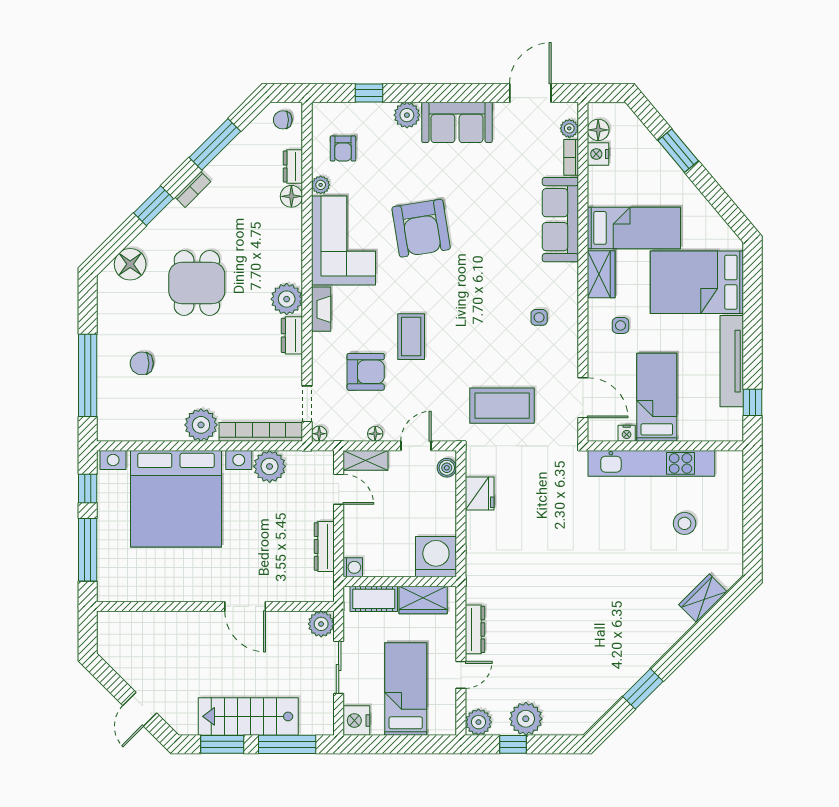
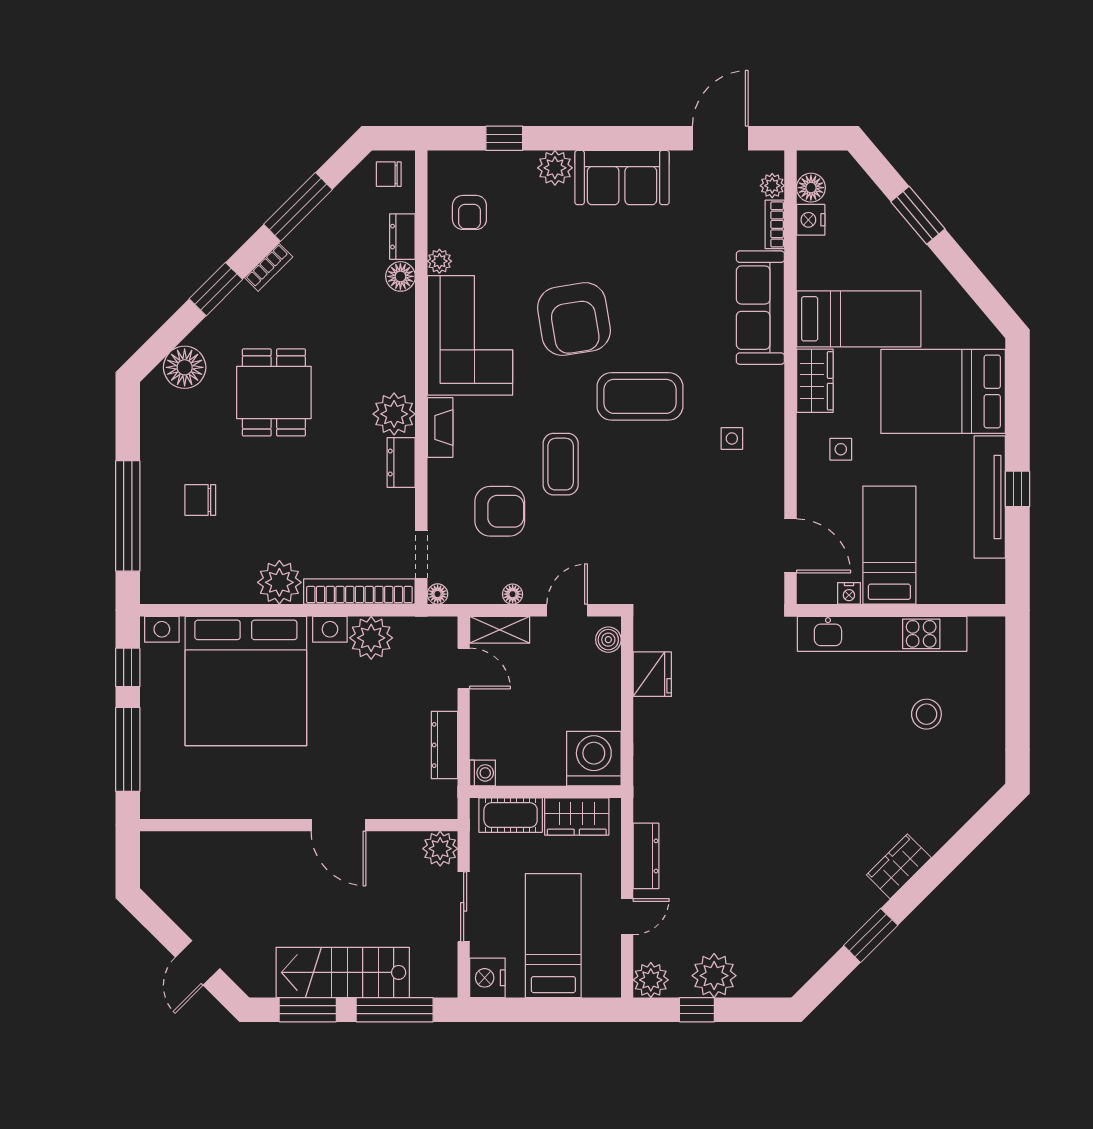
window: (753, 402) -> (1017, 489), moved
coffee table: (502, 406) -> (640, 396), moved
wardrobe: (703, 598) -> (899, 866), moved

